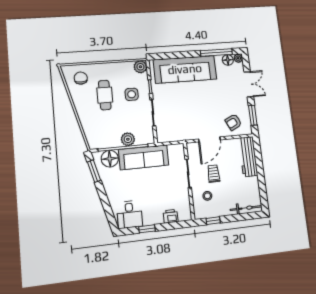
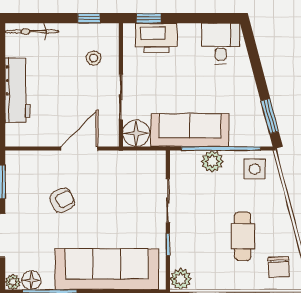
side table: (132, 94) -> (255, 169), moved
armchair: (233, 122) -> (62, 200), moved
workbench: (248, 157) -> (17, 90), moved
floor lamp: (110, 159) -> (136, 133), moved
trolley: (214, 174) -> (79, 92), removed
printer: (171, 216) -> (157, 38), width x1.87, depth x1.48
window: (147, 229) -> (149, 18), moved

